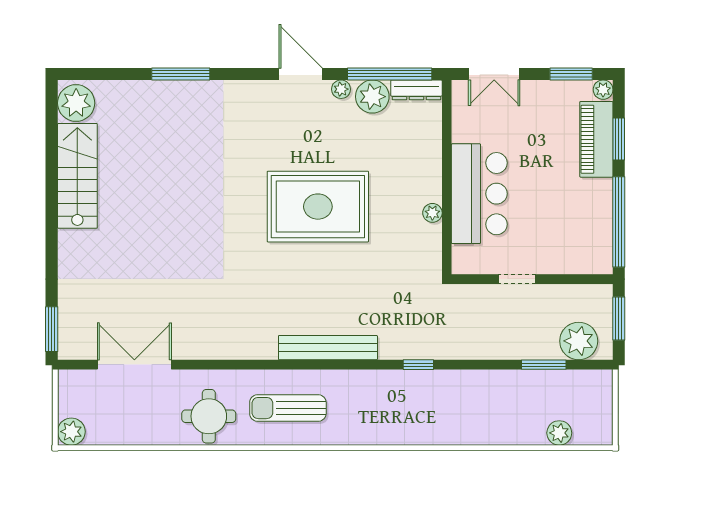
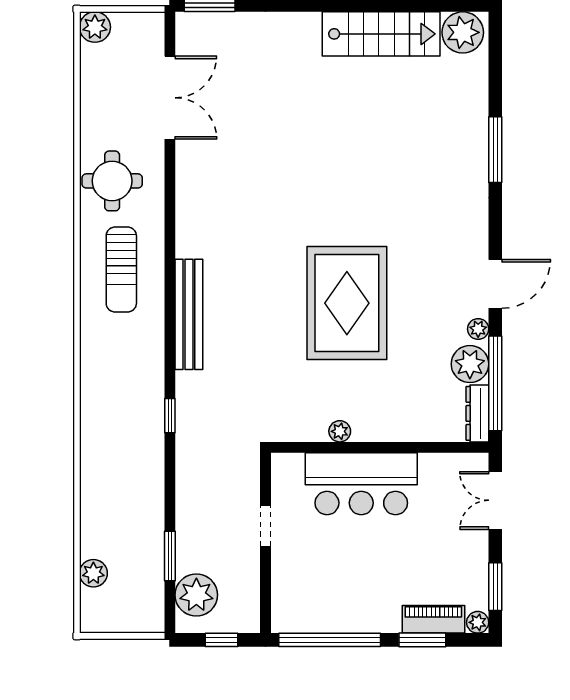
piano: (596, 139) -> (433, 619), width x0.73, depth x0.75
window: (619, 319) -> (221, 640), width x0.67
sun lounger: (288, 408) -> (121, 270), turned 180

